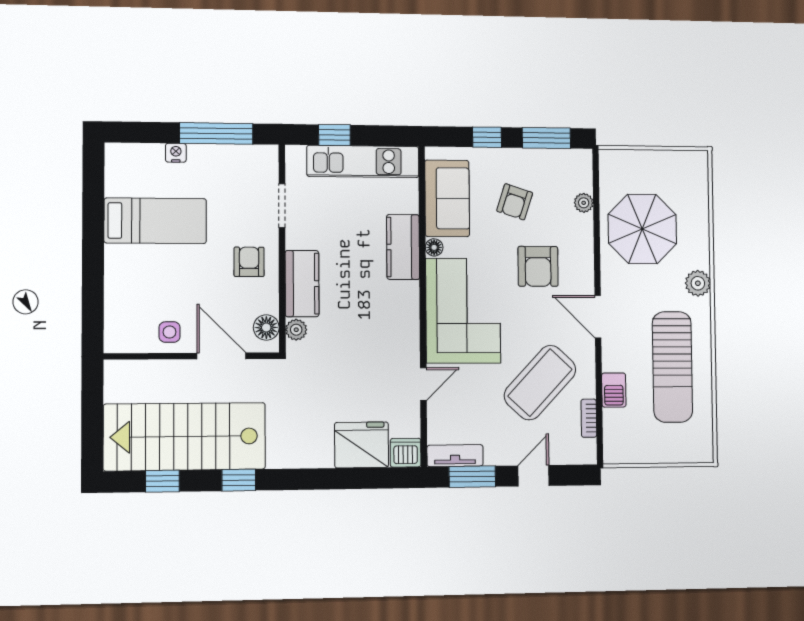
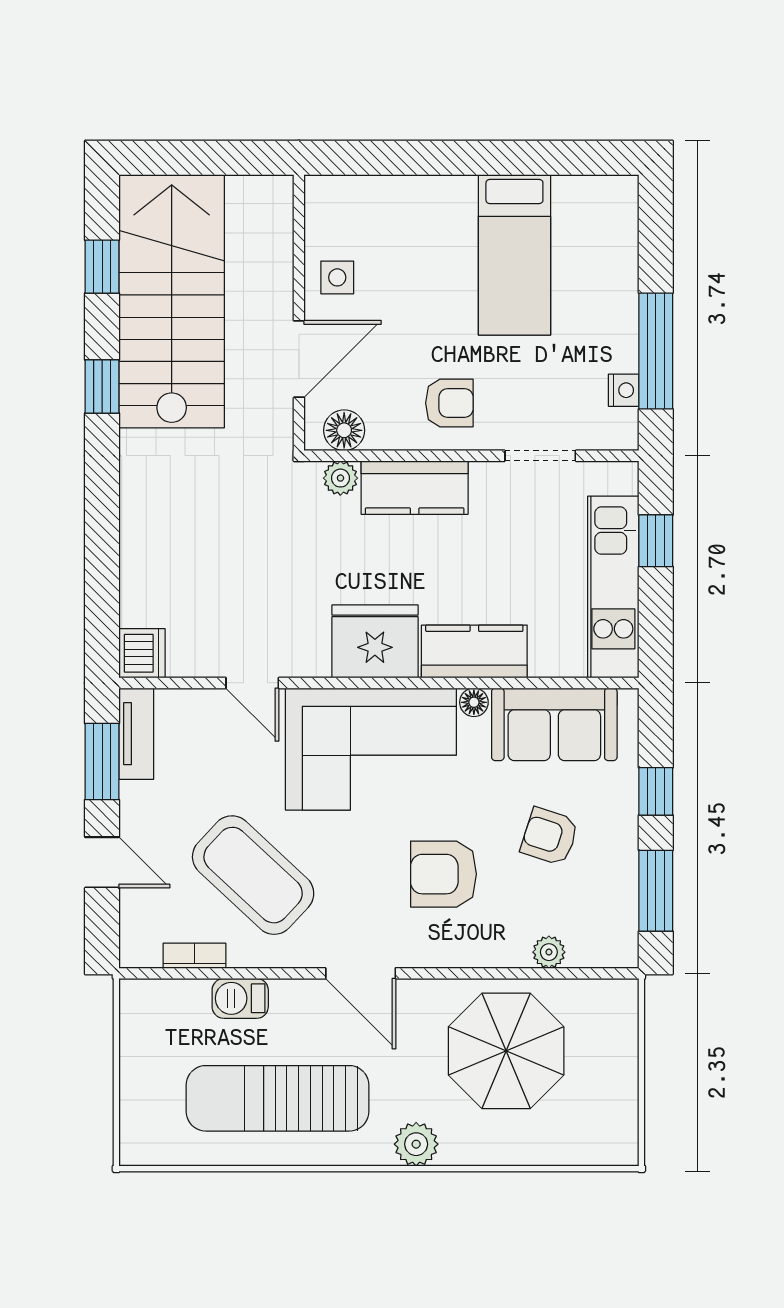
nightstand: (176, 153) -> (624, 390), moved
door: (598, 317) -> (361, 973), swing flipped
fridge: (362, 445) -> (375, 641), moved, turned -90

